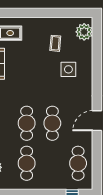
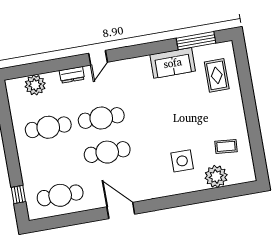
plant: (84, 32) -> (216, 176), moved
coffee table: (55, 43) -> (226, 146), moved

